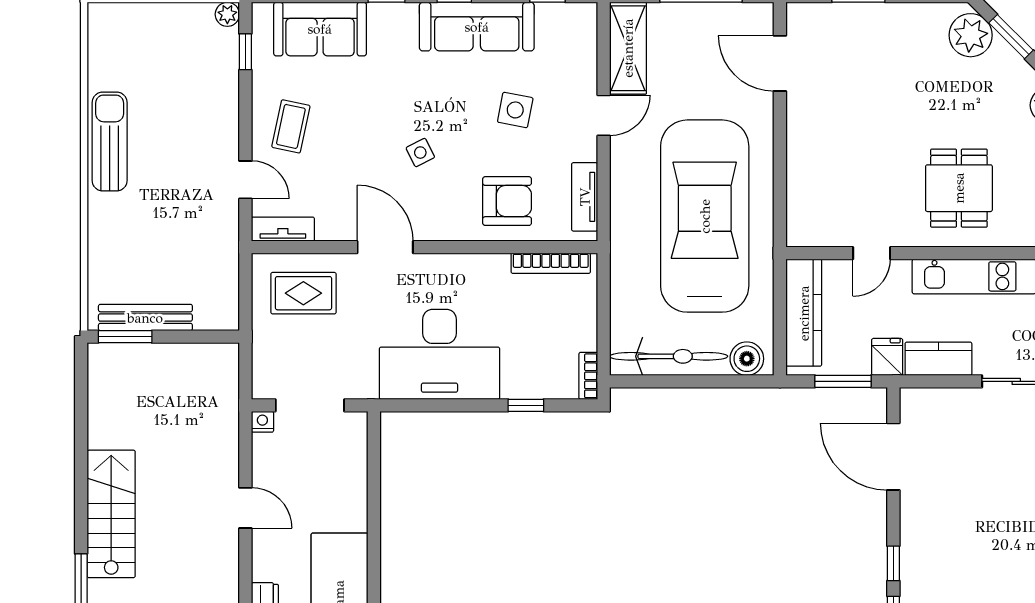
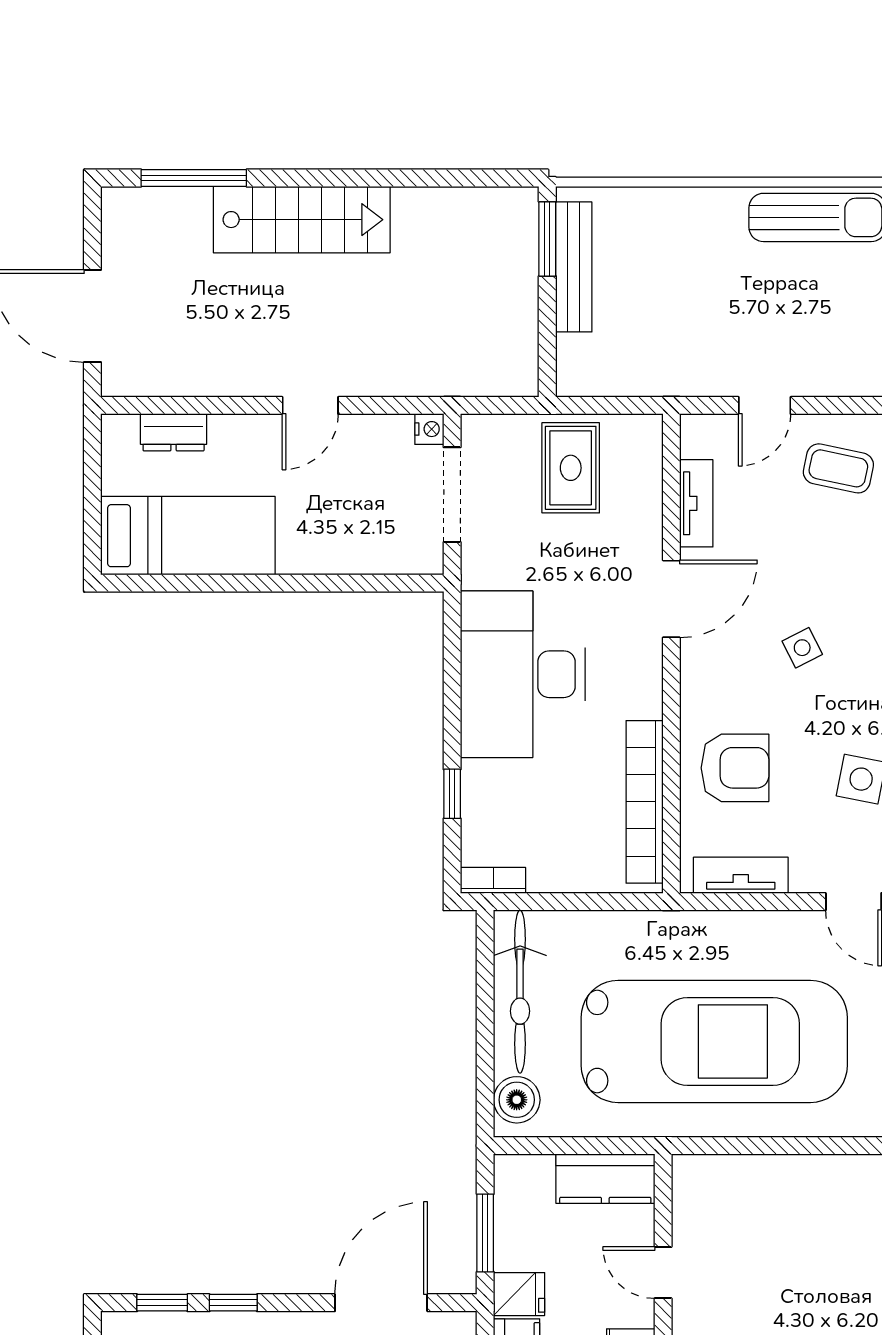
armchair: (507, 201) -> (735, 768), turned -90
tv unit: (283, 229) -> (696, 503), moved
bookcase: (551, 263) -> (645, 802), width x1.48, depth x1.31
rug: (303, 293) -> (571, 468), moved
kitchen counter: (804, 313) -> (605, 1179), width x0.67

